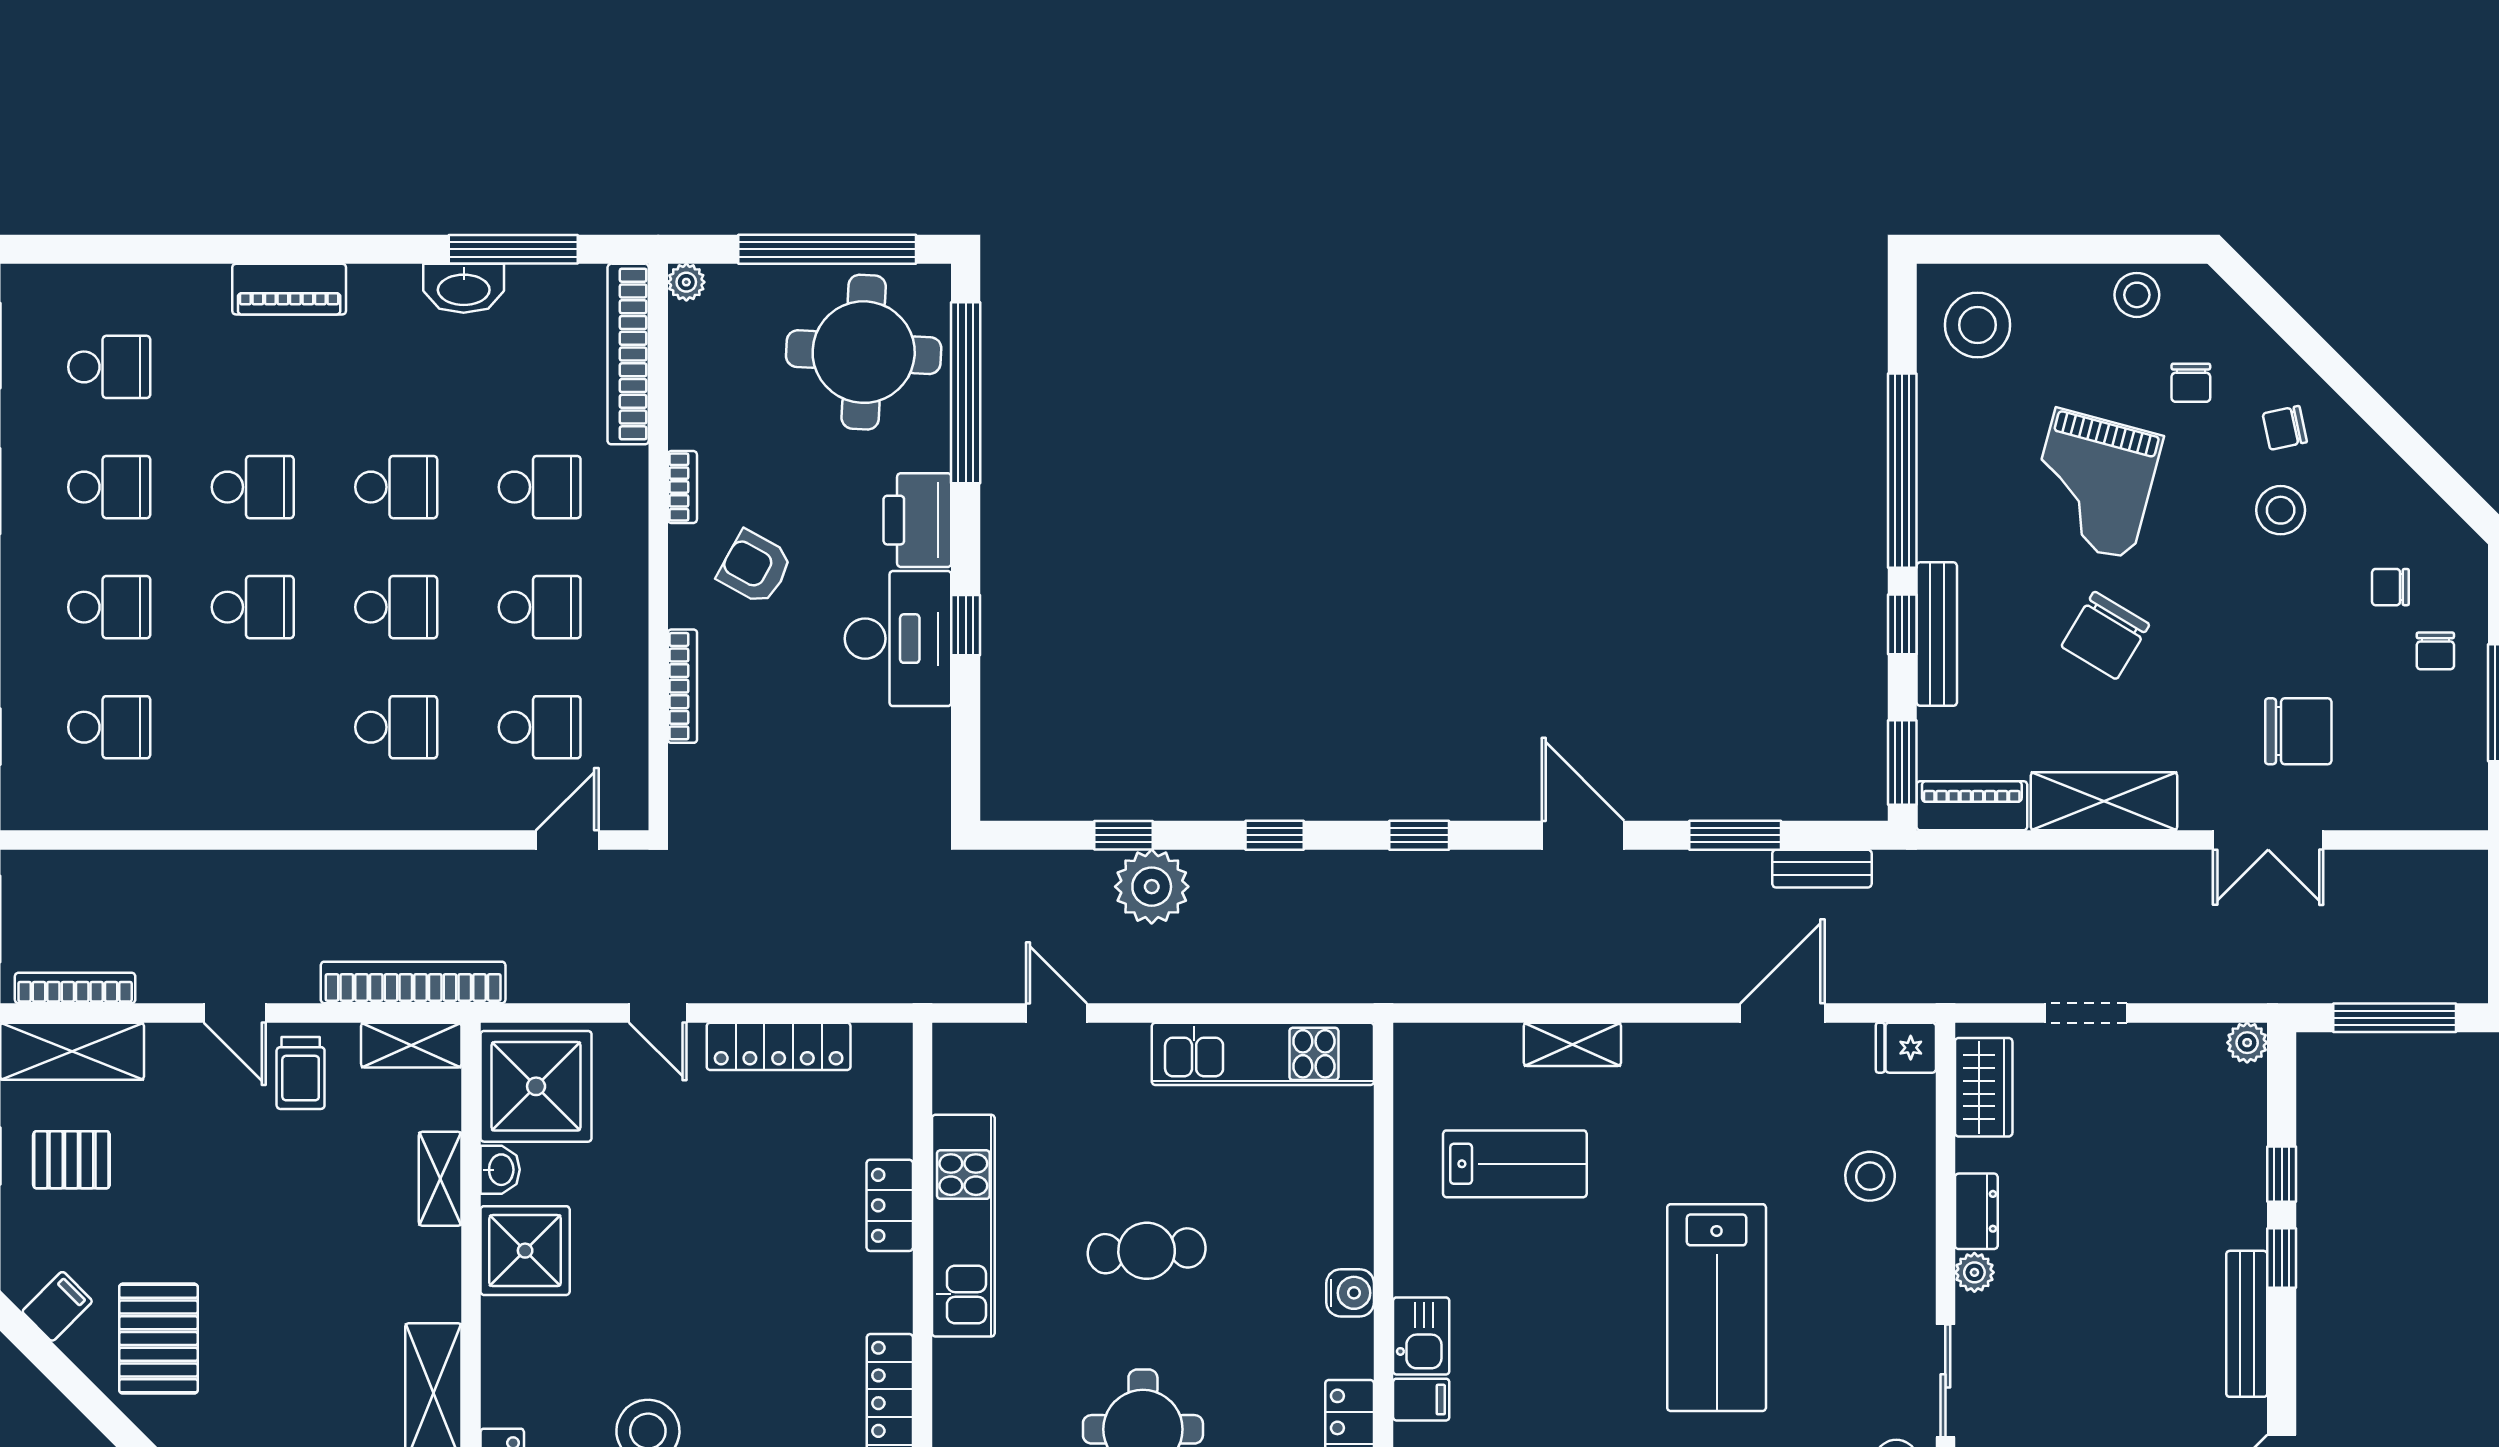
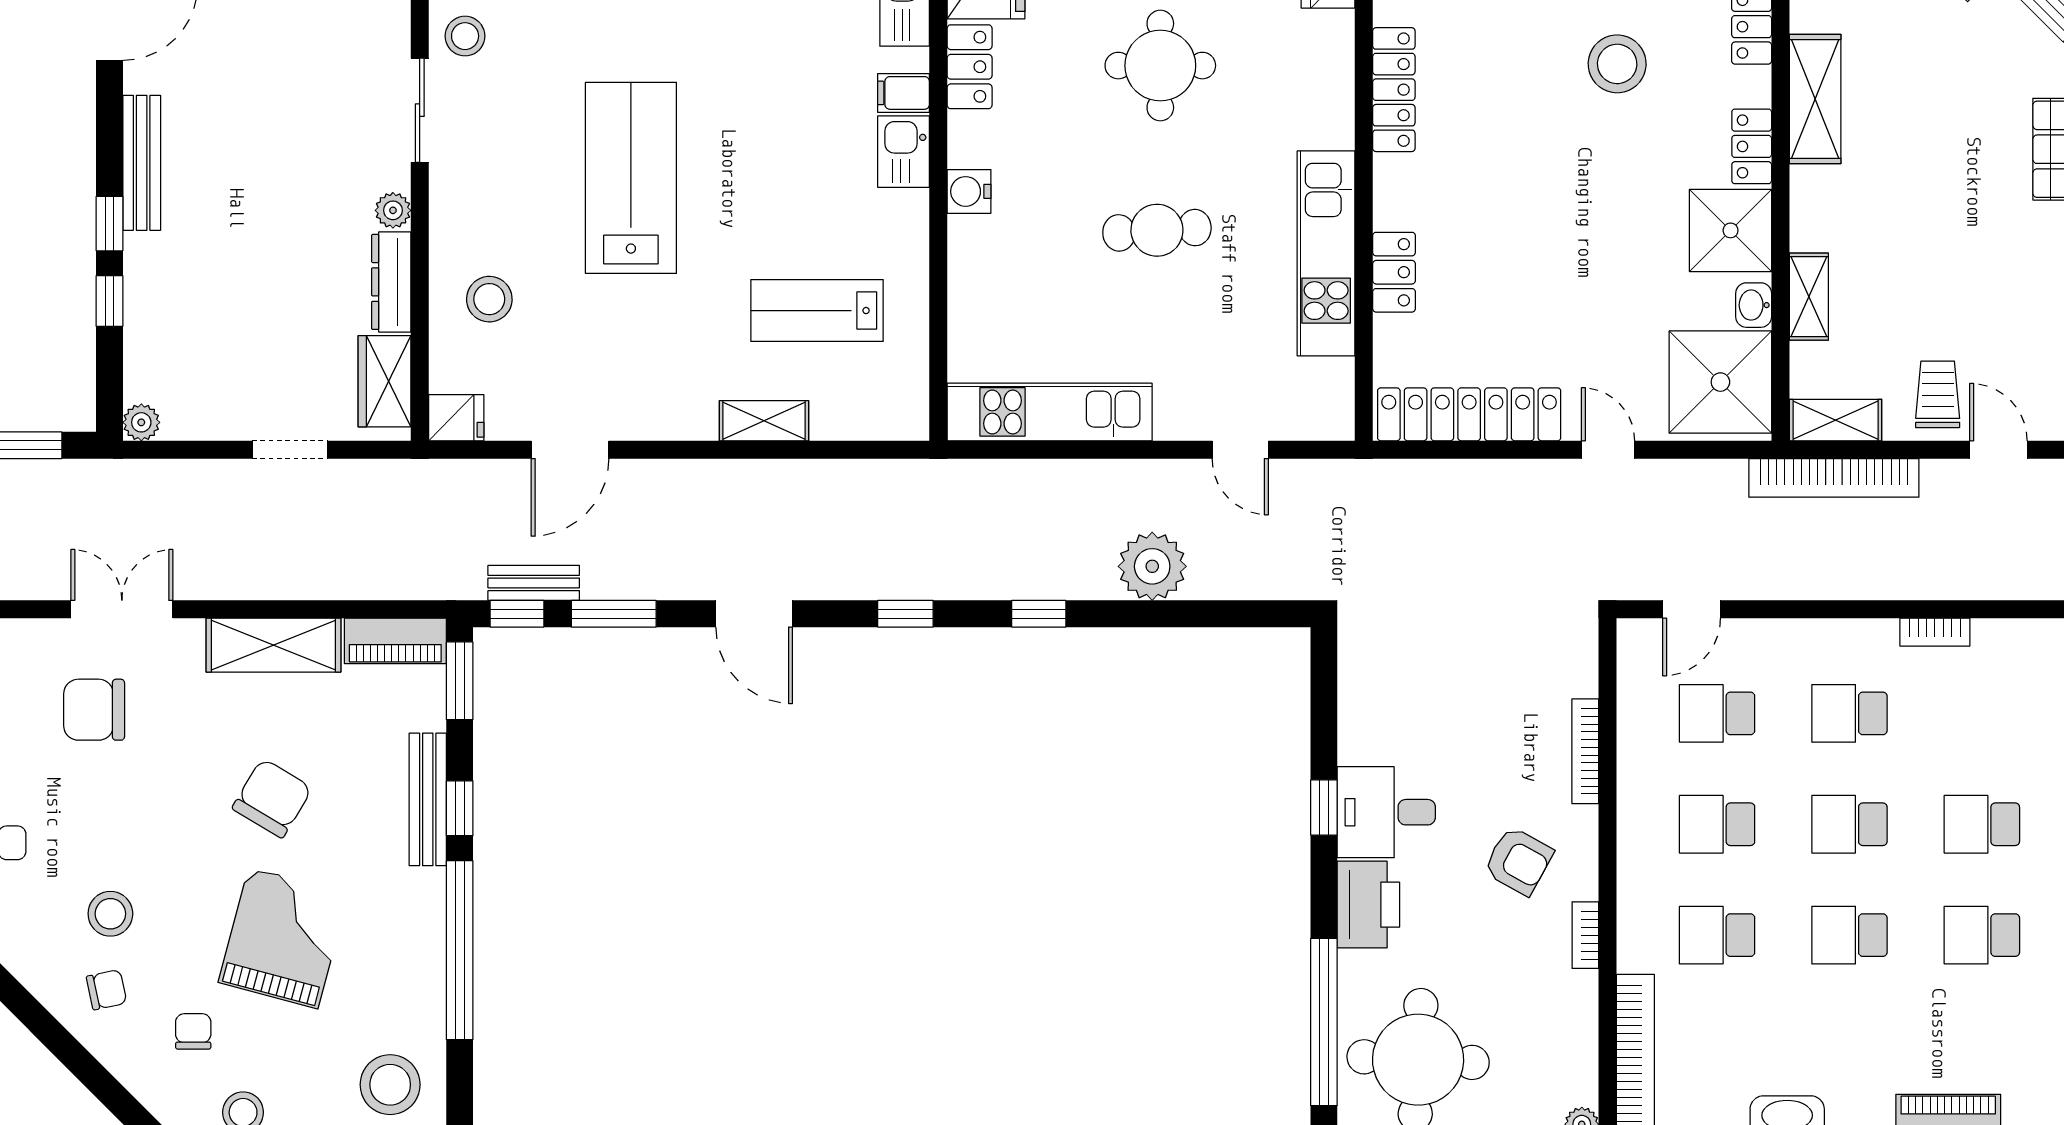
desk: (898, 639) -> (1386, 812), width x0.73
bookcase: (304, 815) -> (1935, 632), added
window: (1123, 835) -> (517, 614), moved
locker: (779, 1046) -> (1469, 414), width x1.41, depth x1.21
dresser: (1976, 1211) -> (391, 282), width x1.44
locker: (502, 1342) -> (1752, 146), added

